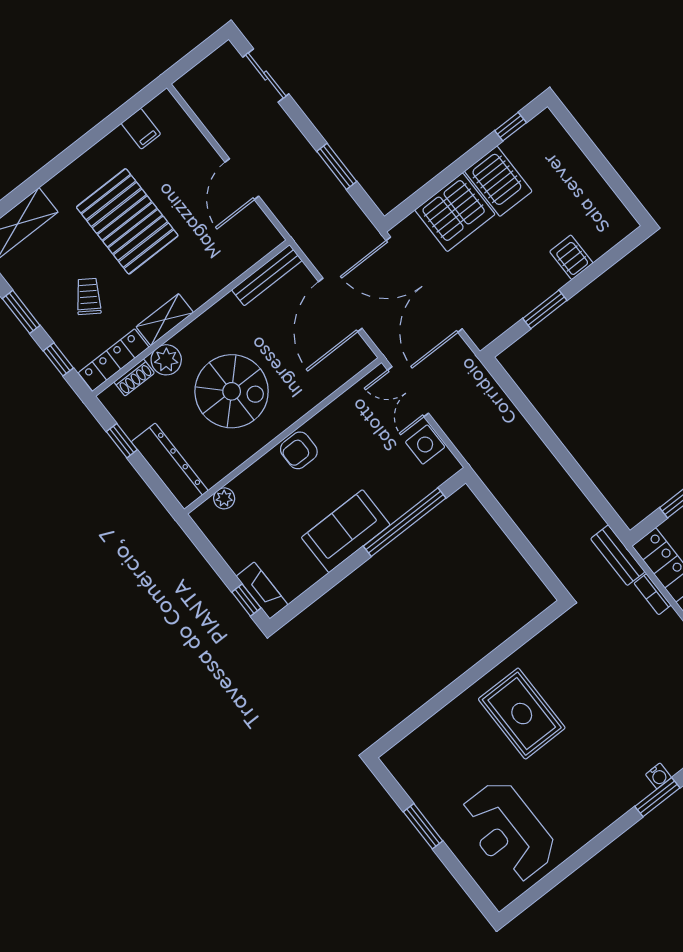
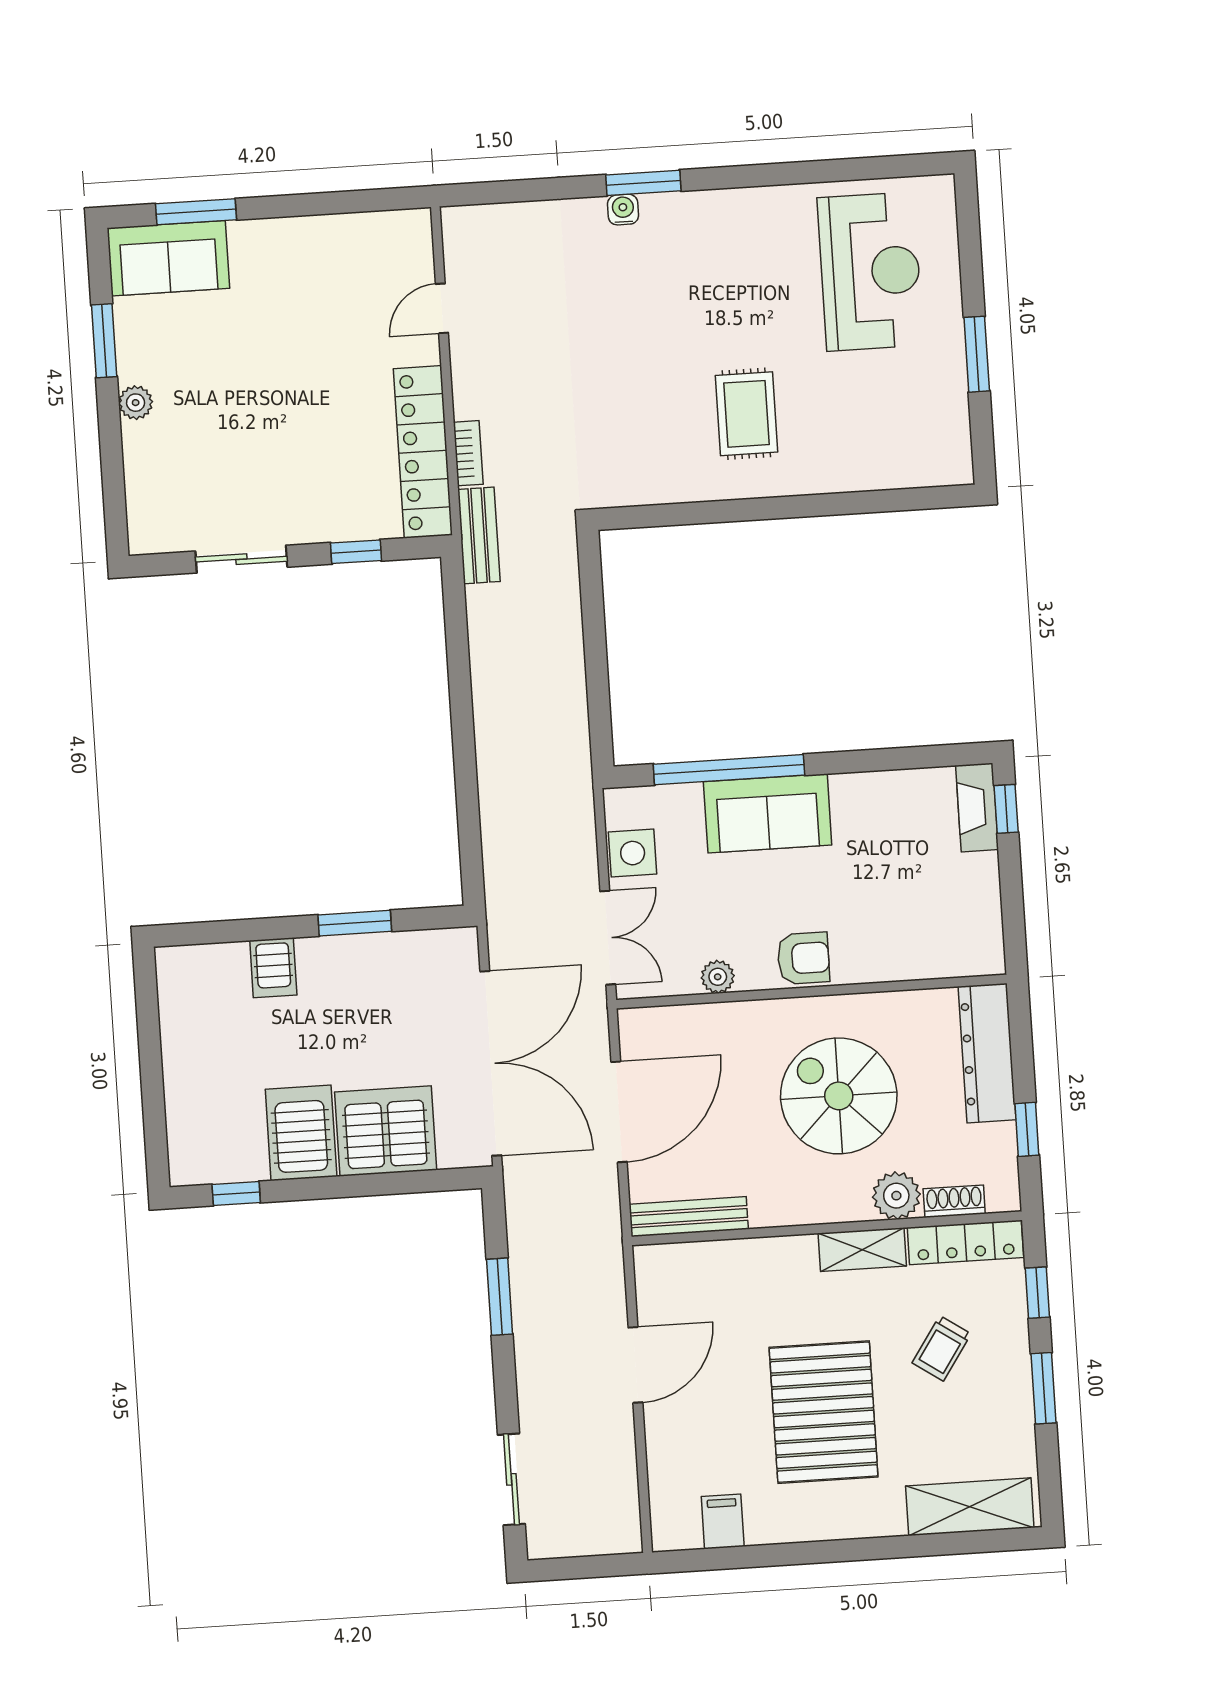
plant: (224, 498) -> (718, 977), moved
sofa: (346, 531) -> (768, 813), moved
rug: (522, 714) -> (747, 414), width x0.73, depth x0.70

